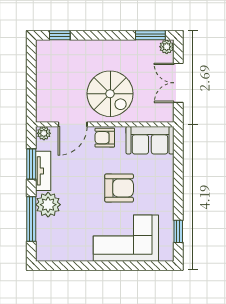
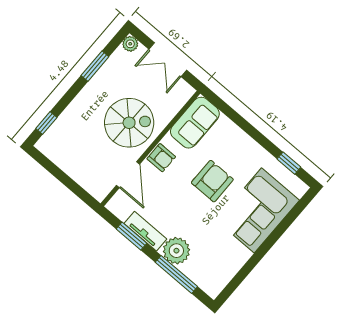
window: (150, 35) -> (95, 66), moved
plant: (44, 133) -> (115, 204), removed
armchair: (105, 138) -> (161, 158), turned -90

